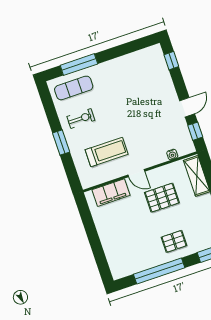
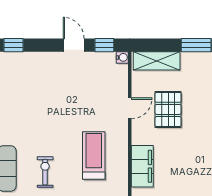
water cooler: (172, 154) -> (122, 57), moved
door: (136, 173) -> (130, 108), moved

